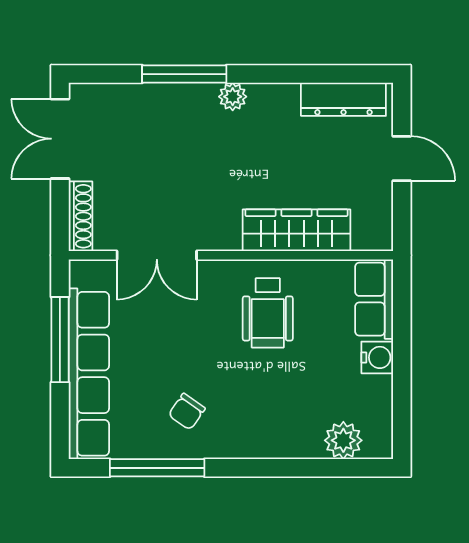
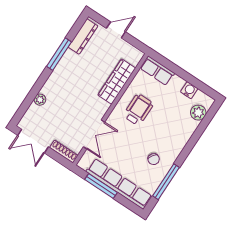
window: (184, 74) -> (59, 54), moved
plant: (233, 97) -> (40, 100), moved
wheelchair: (268, 313) -> (138, 110), turned -90
water cooler: (377, 357) -> (189, 90), moved

